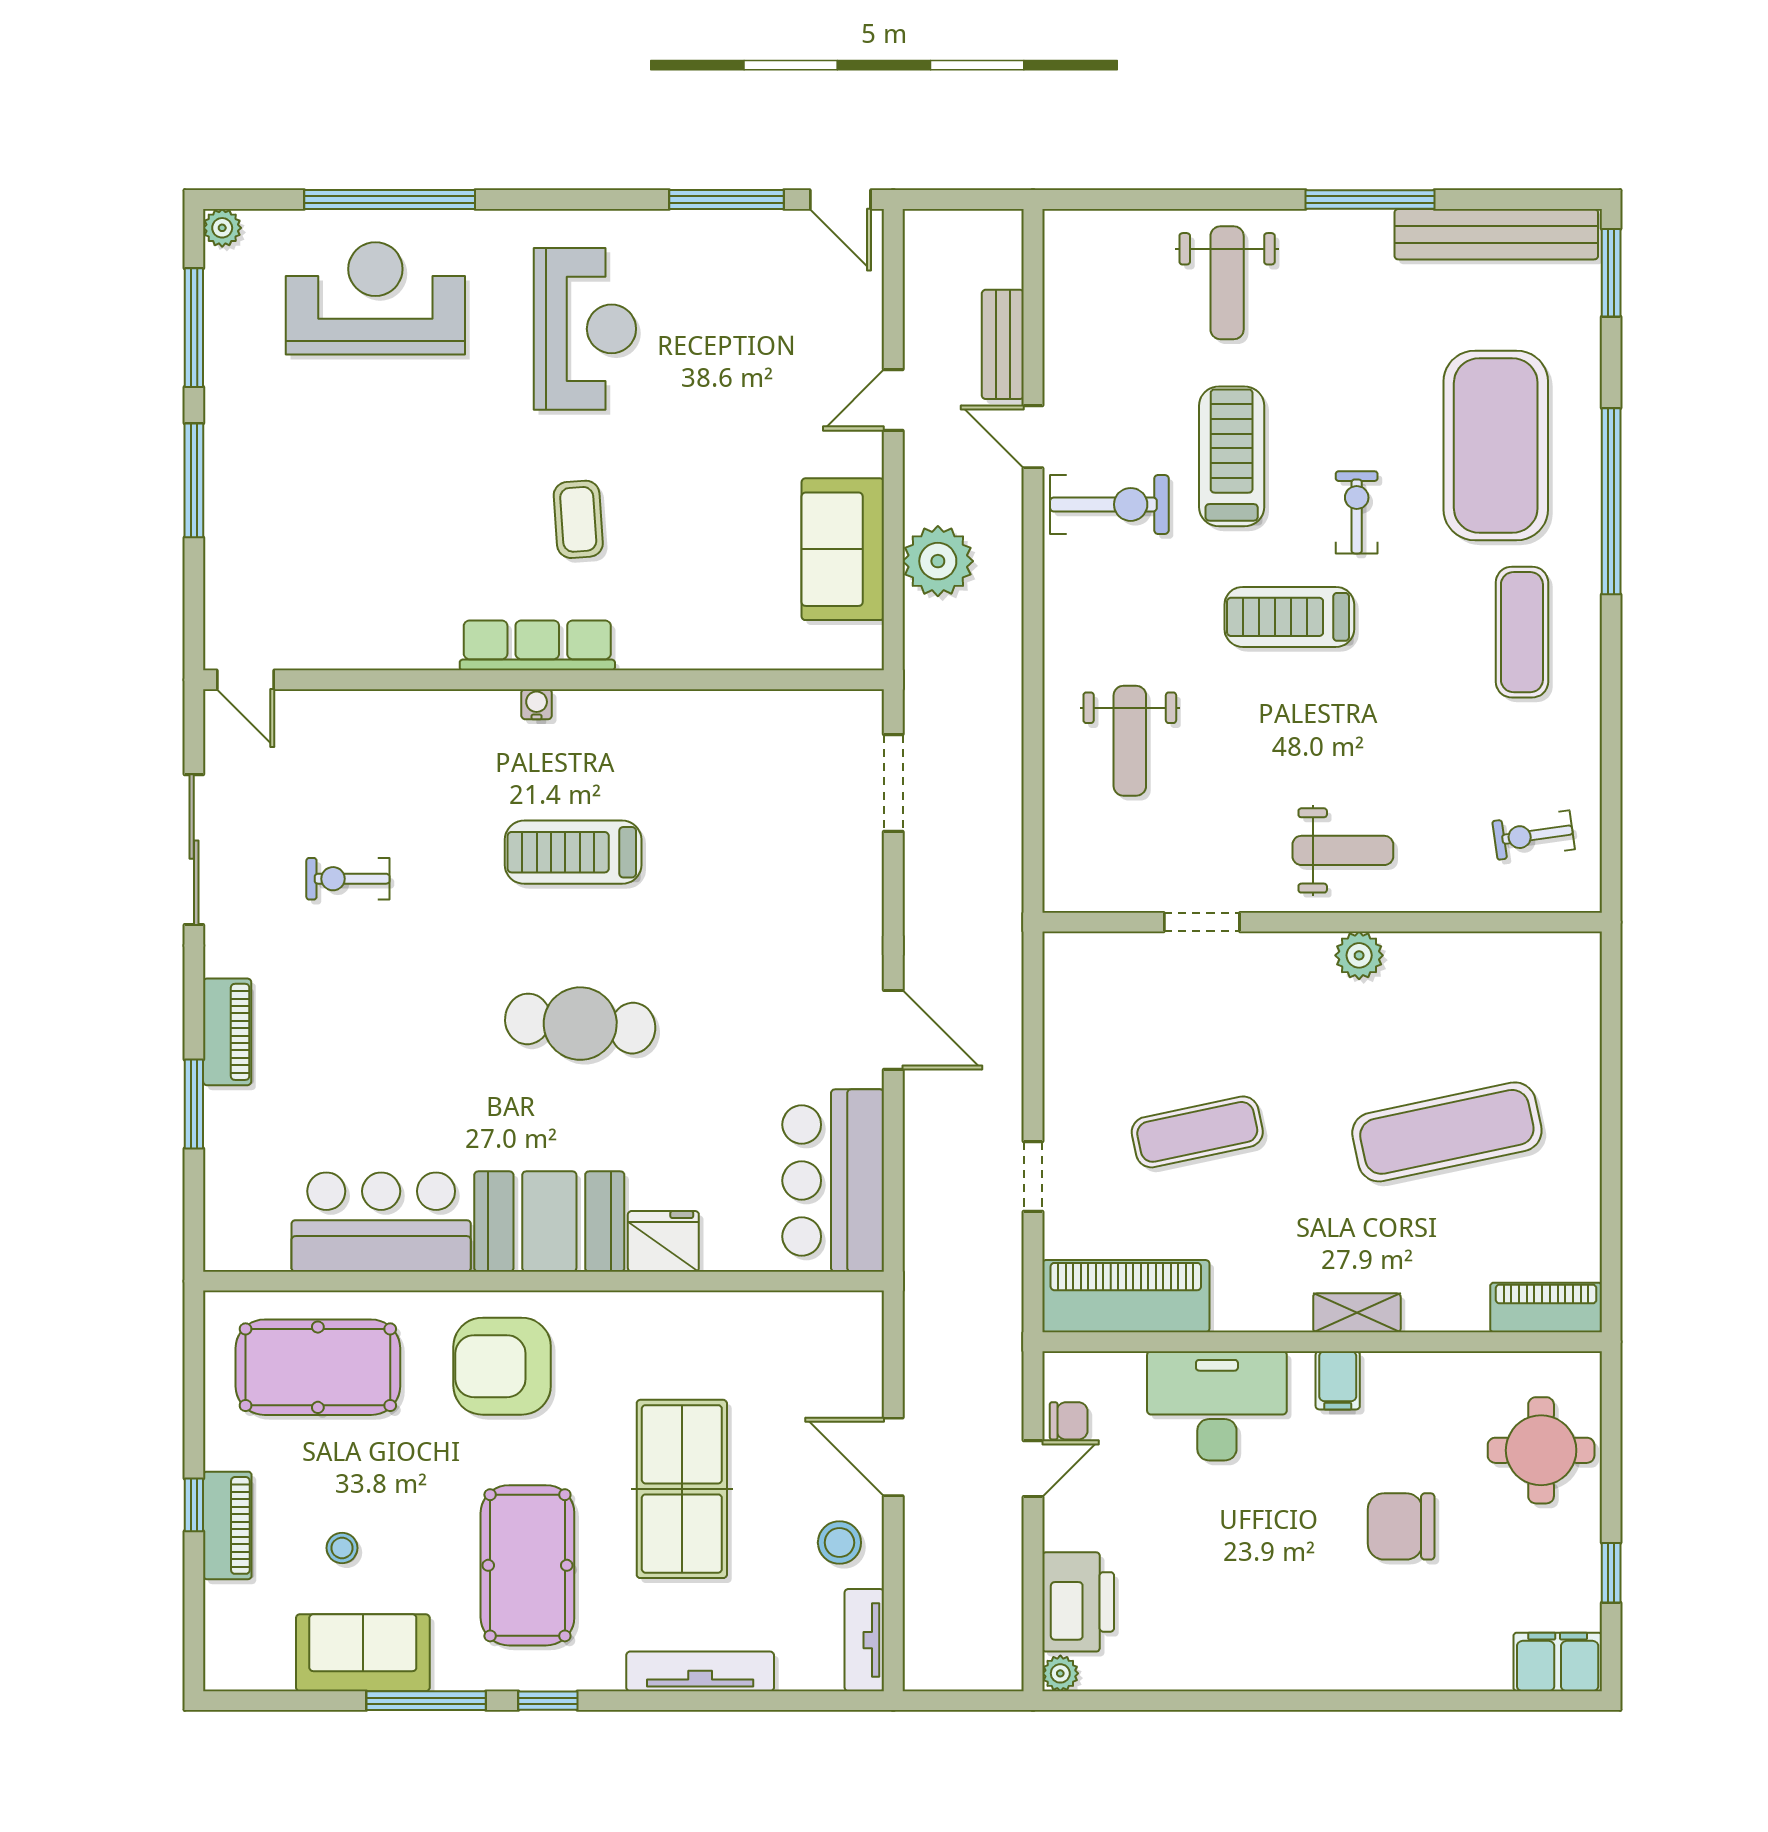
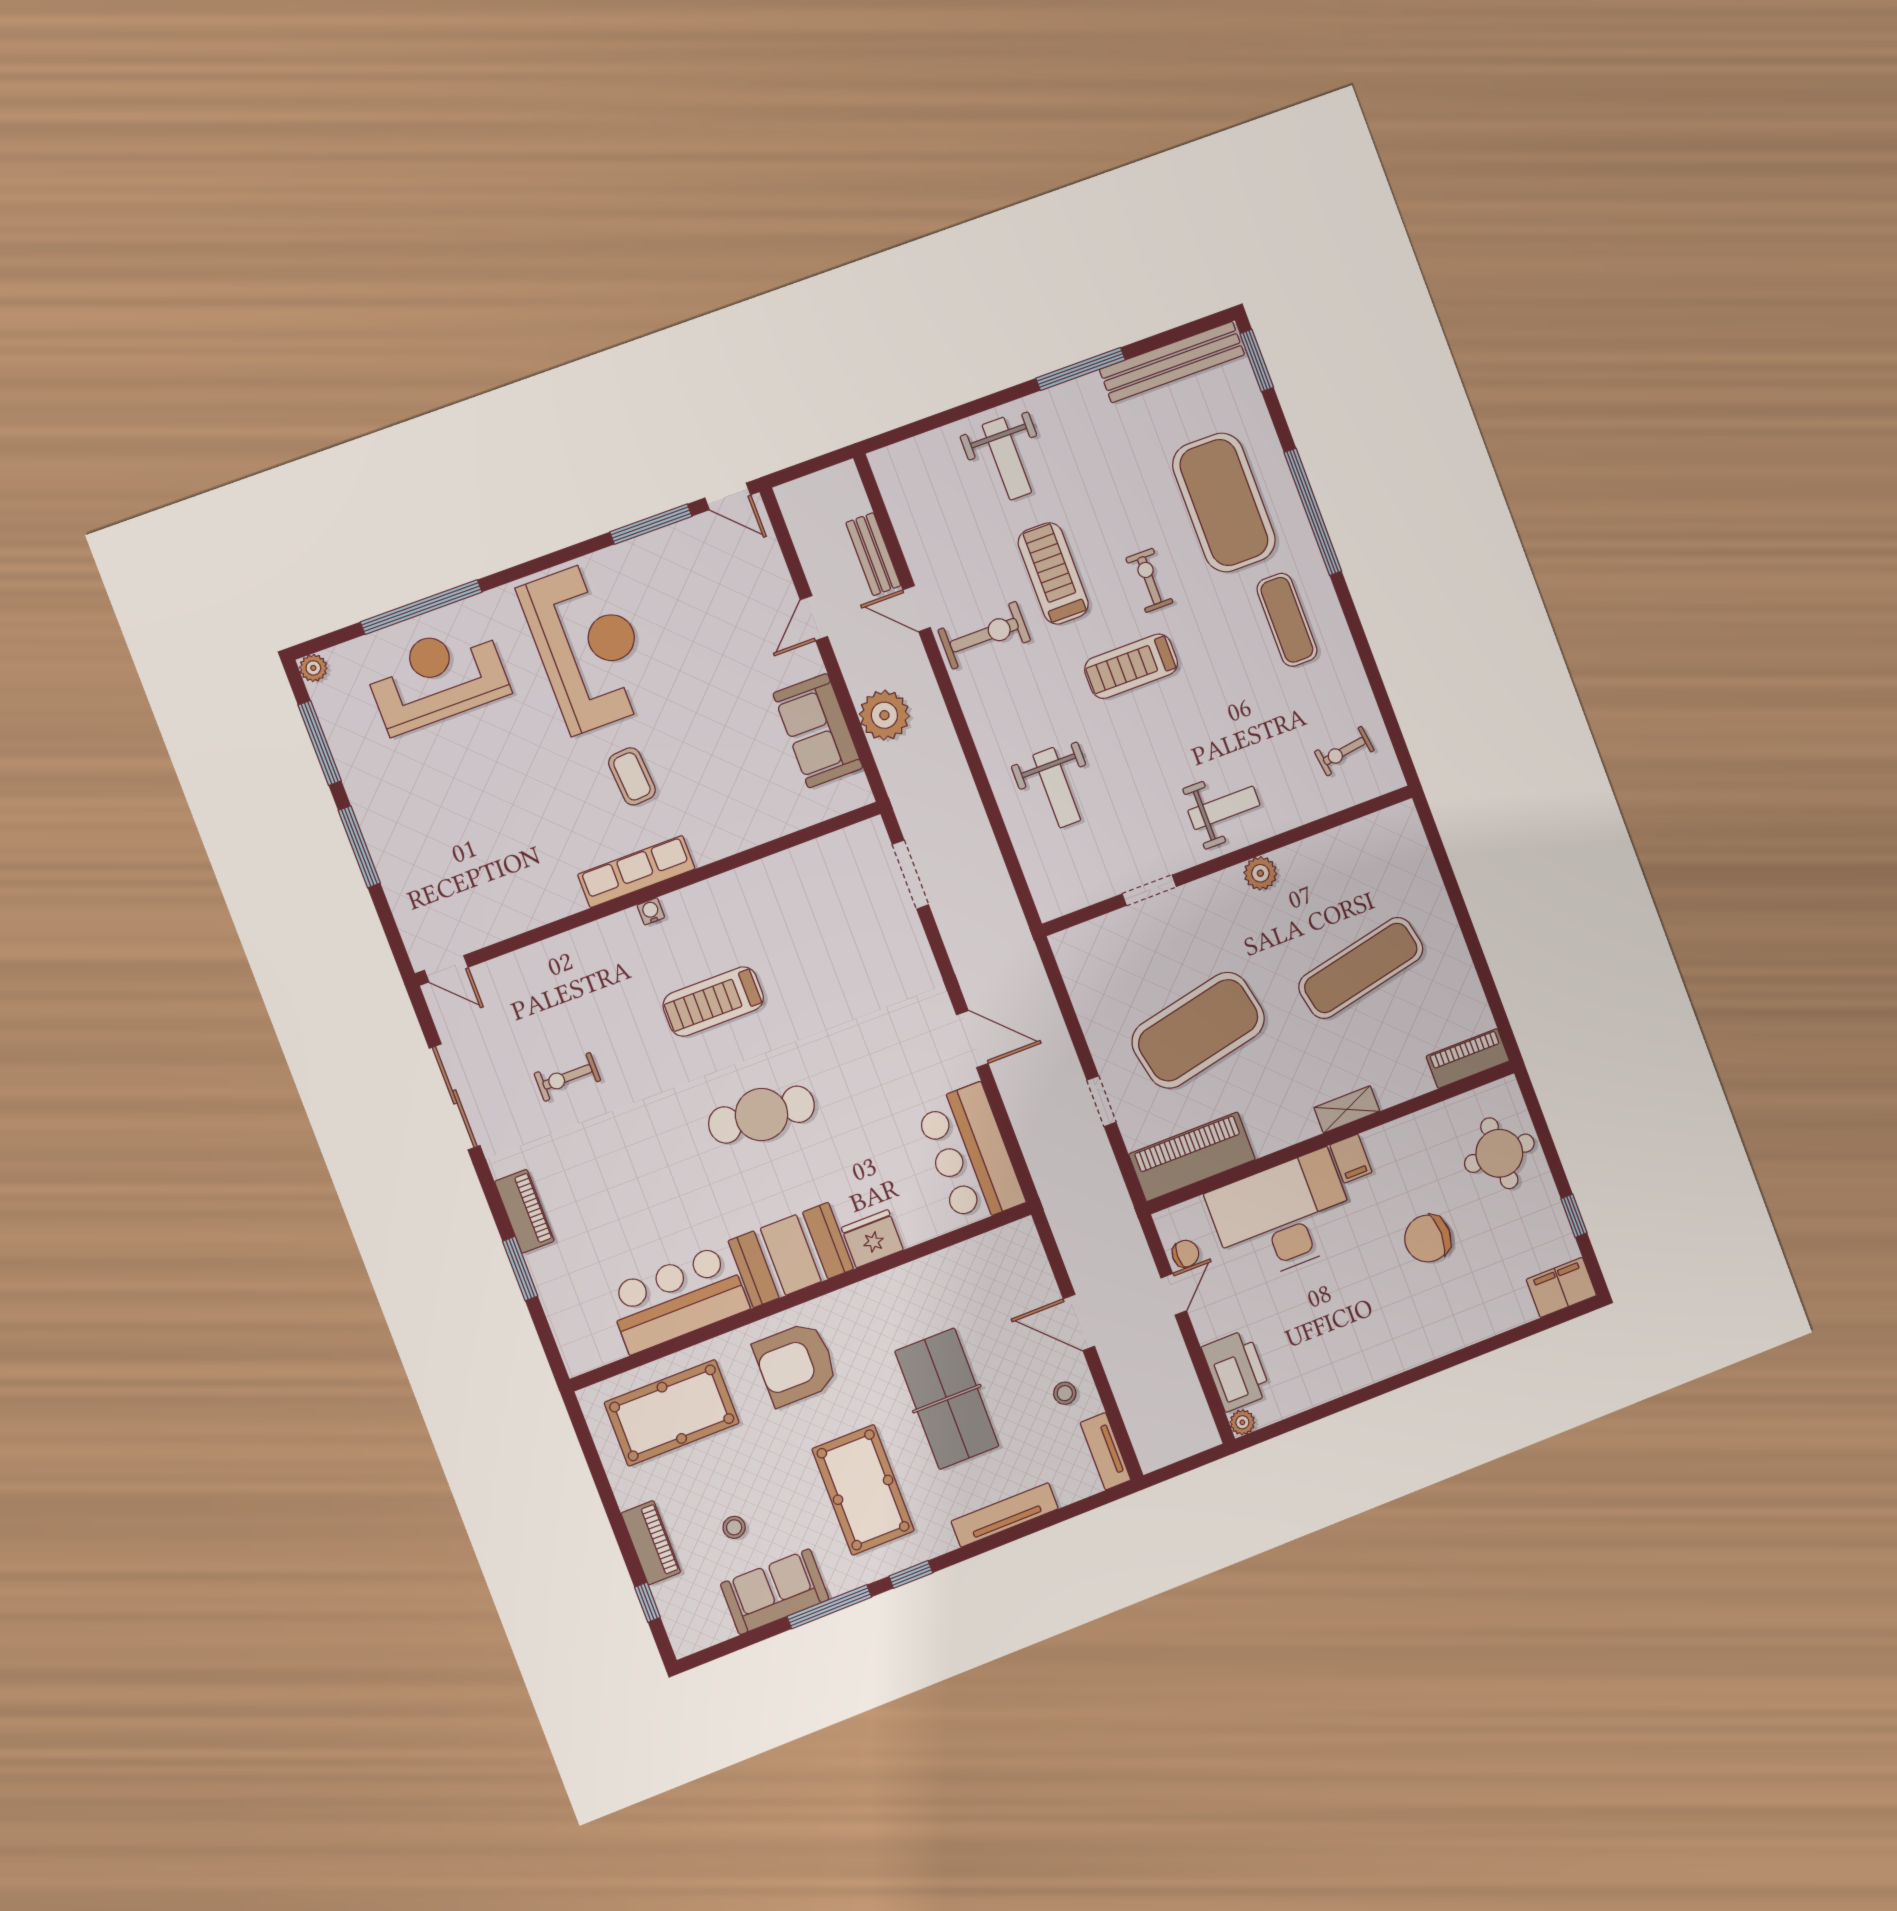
reception desk: (585, 329) -> (588, 646), width x1.36, depth x1.30
exercise mat: (1197, 1132) -> (1198, 1030), width x2.00, depth x1.45
desk: (1217, 1406) -> (1283, 1217), width x1.36, depth x1.30
window: (194, 1505) -> (647, 1602), moved
stool: (839, 1543) -> (1065, 1393), width x0.73, depth x0.73

